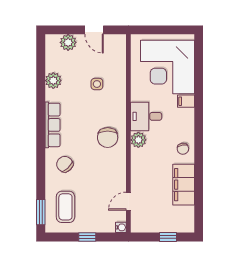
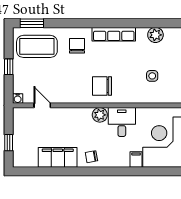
chair: (65, 164) -> (77, 46), turned -46
coffee table: (65, 207) -> (37, 46), width x1.36, depth x1.32

